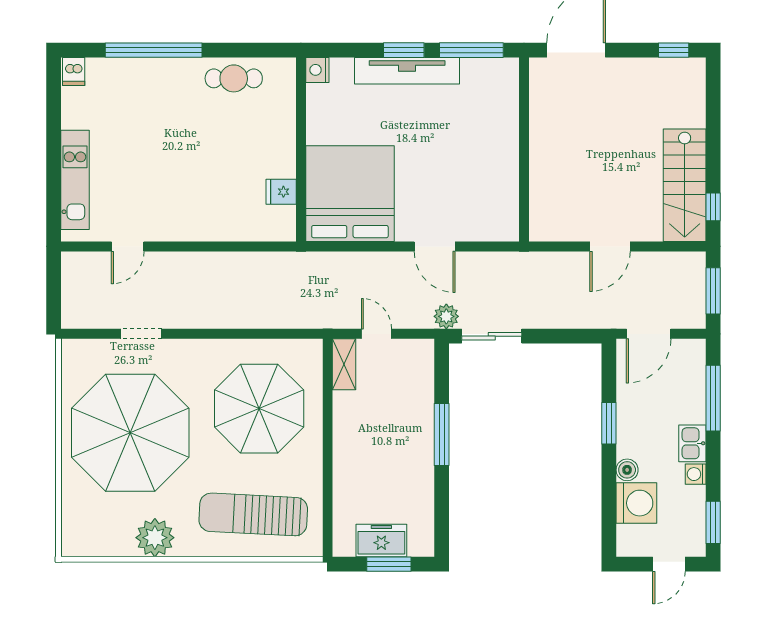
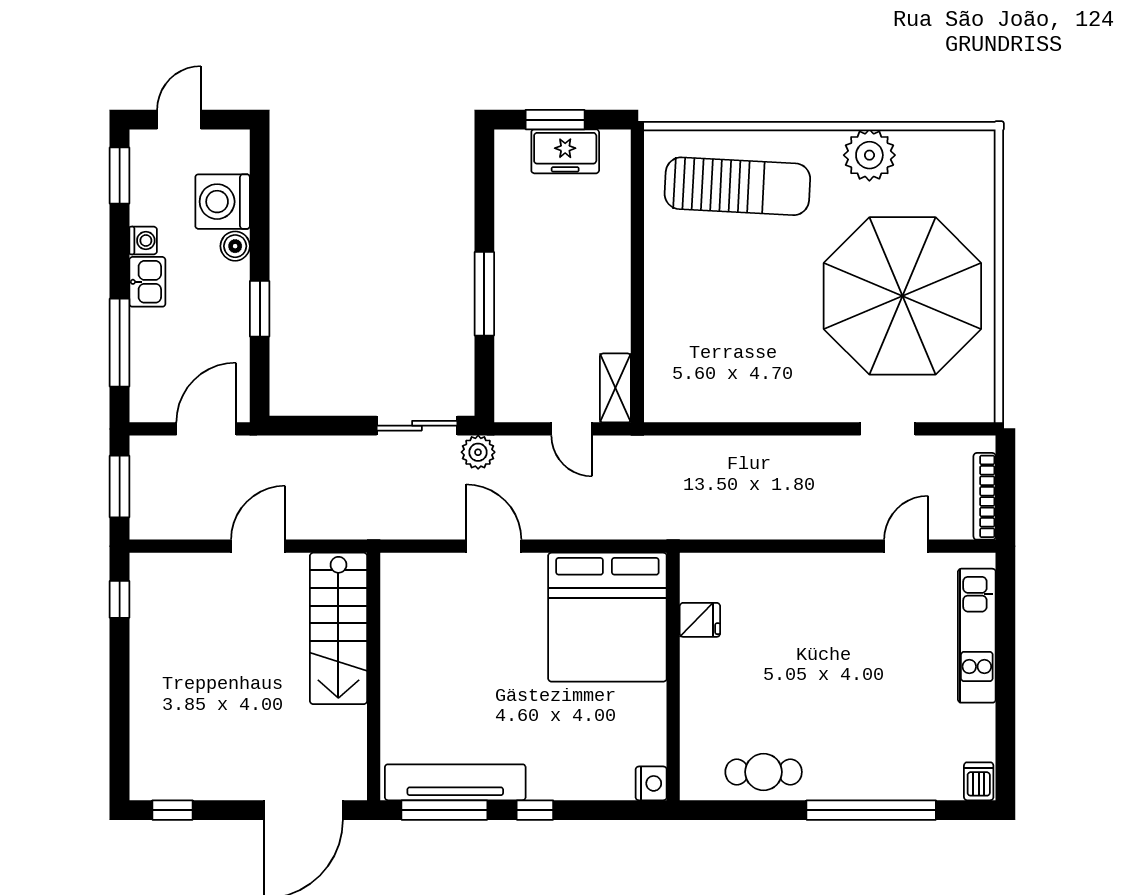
window: (404, 50) -> (535, 810), width x0.67
tv unit: (407, 71) -> (455, 782), moved
stairs: (685, 185) -> (338, 628), moved, turned 180
bookcase: (69, 284) -> (985, 496), added
parasol: (259, 409) -> (730, 329), removed

